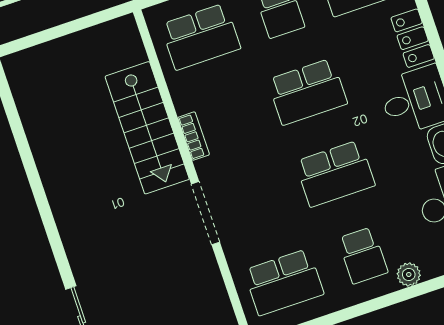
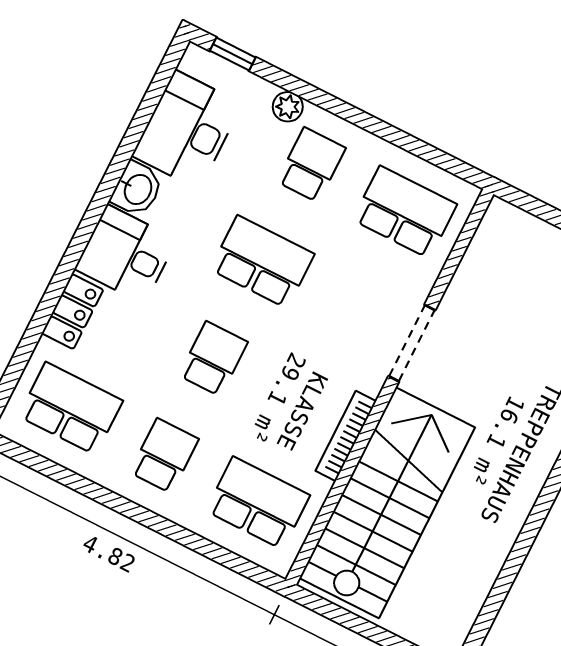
school desk: (307, 92) -> (213, 359), width x0.54
stairs: (147, 128) -> (387, 503), width x1.36, depth x1.51
bookcase: (194, 136) -> (346, 436), width x1.56

